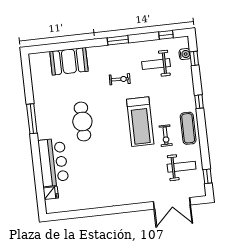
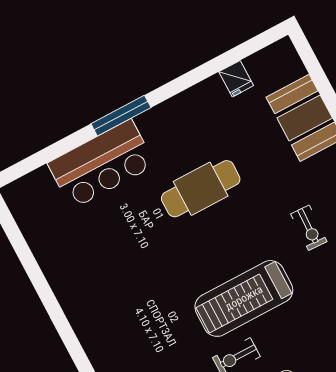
window: (32, 119) -> (121, 116), moved
fridge: (51, 193) -> (236, 79), moved

